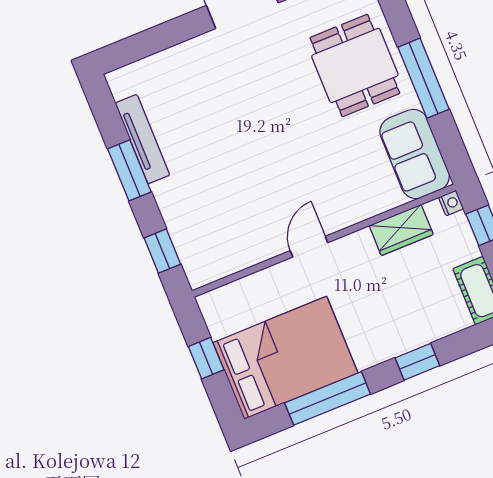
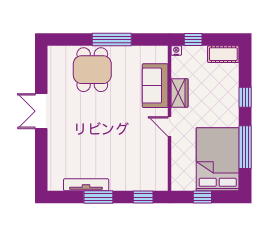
dining table: (355, 65) -> (92, 70), turned 90
sofa: (415, 154) -> (155, 86), moved, turned 90
wardrobe: (401, 230) -> (179, 93), moved

